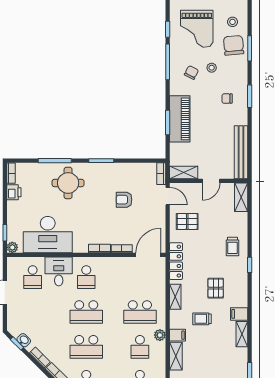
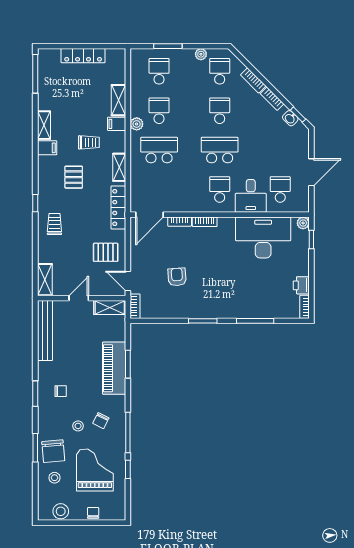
round table: (68, 183) -> (240, 296), removed
armchair: (124, 200) -> (177, 277), turned -94
school desk: (86, 347) -> (220, 111), width x0.54

